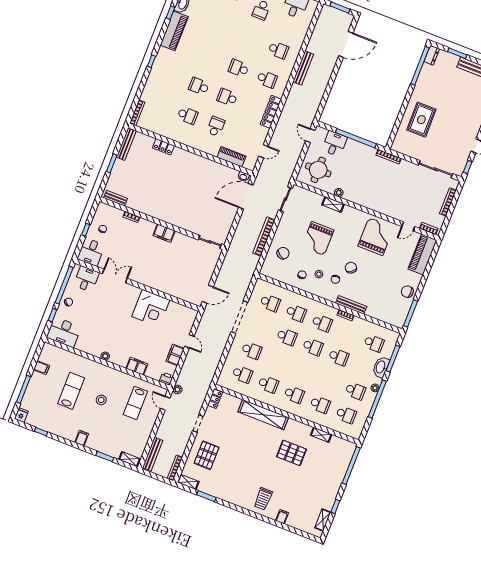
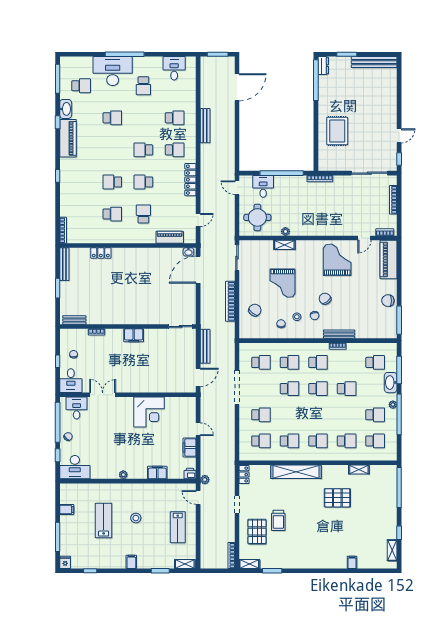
school desk: (222, 28) -> (112, 118), added
lab bench: (135, 403) -> (178, 527), moved
bench: (153, 454) -> (205, 346), moved
trolley: (263, 499) -> (278, 520), moved

